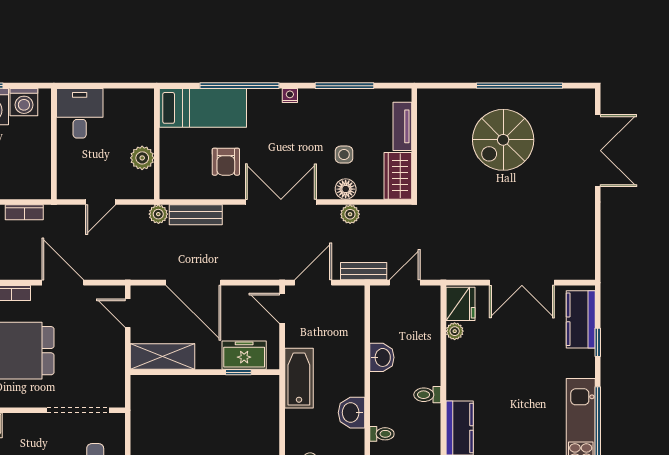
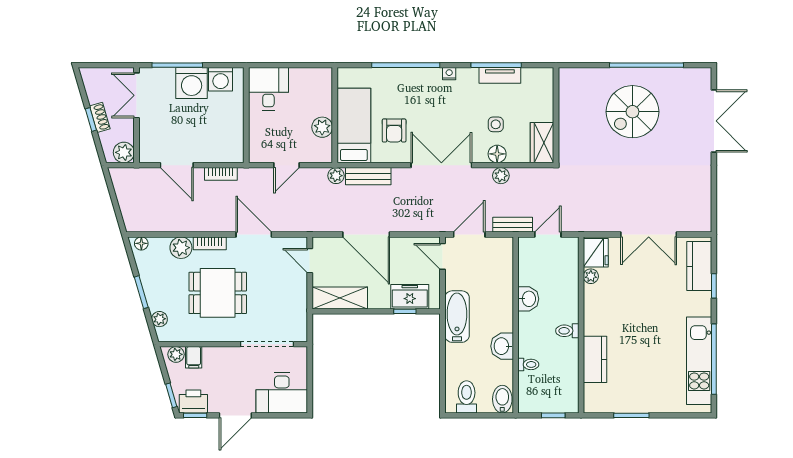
bed: (203, 108) -> (354, 125), moved, turned -90
tv unit: (402, 126) -> (500, 75), moved, turned -90

